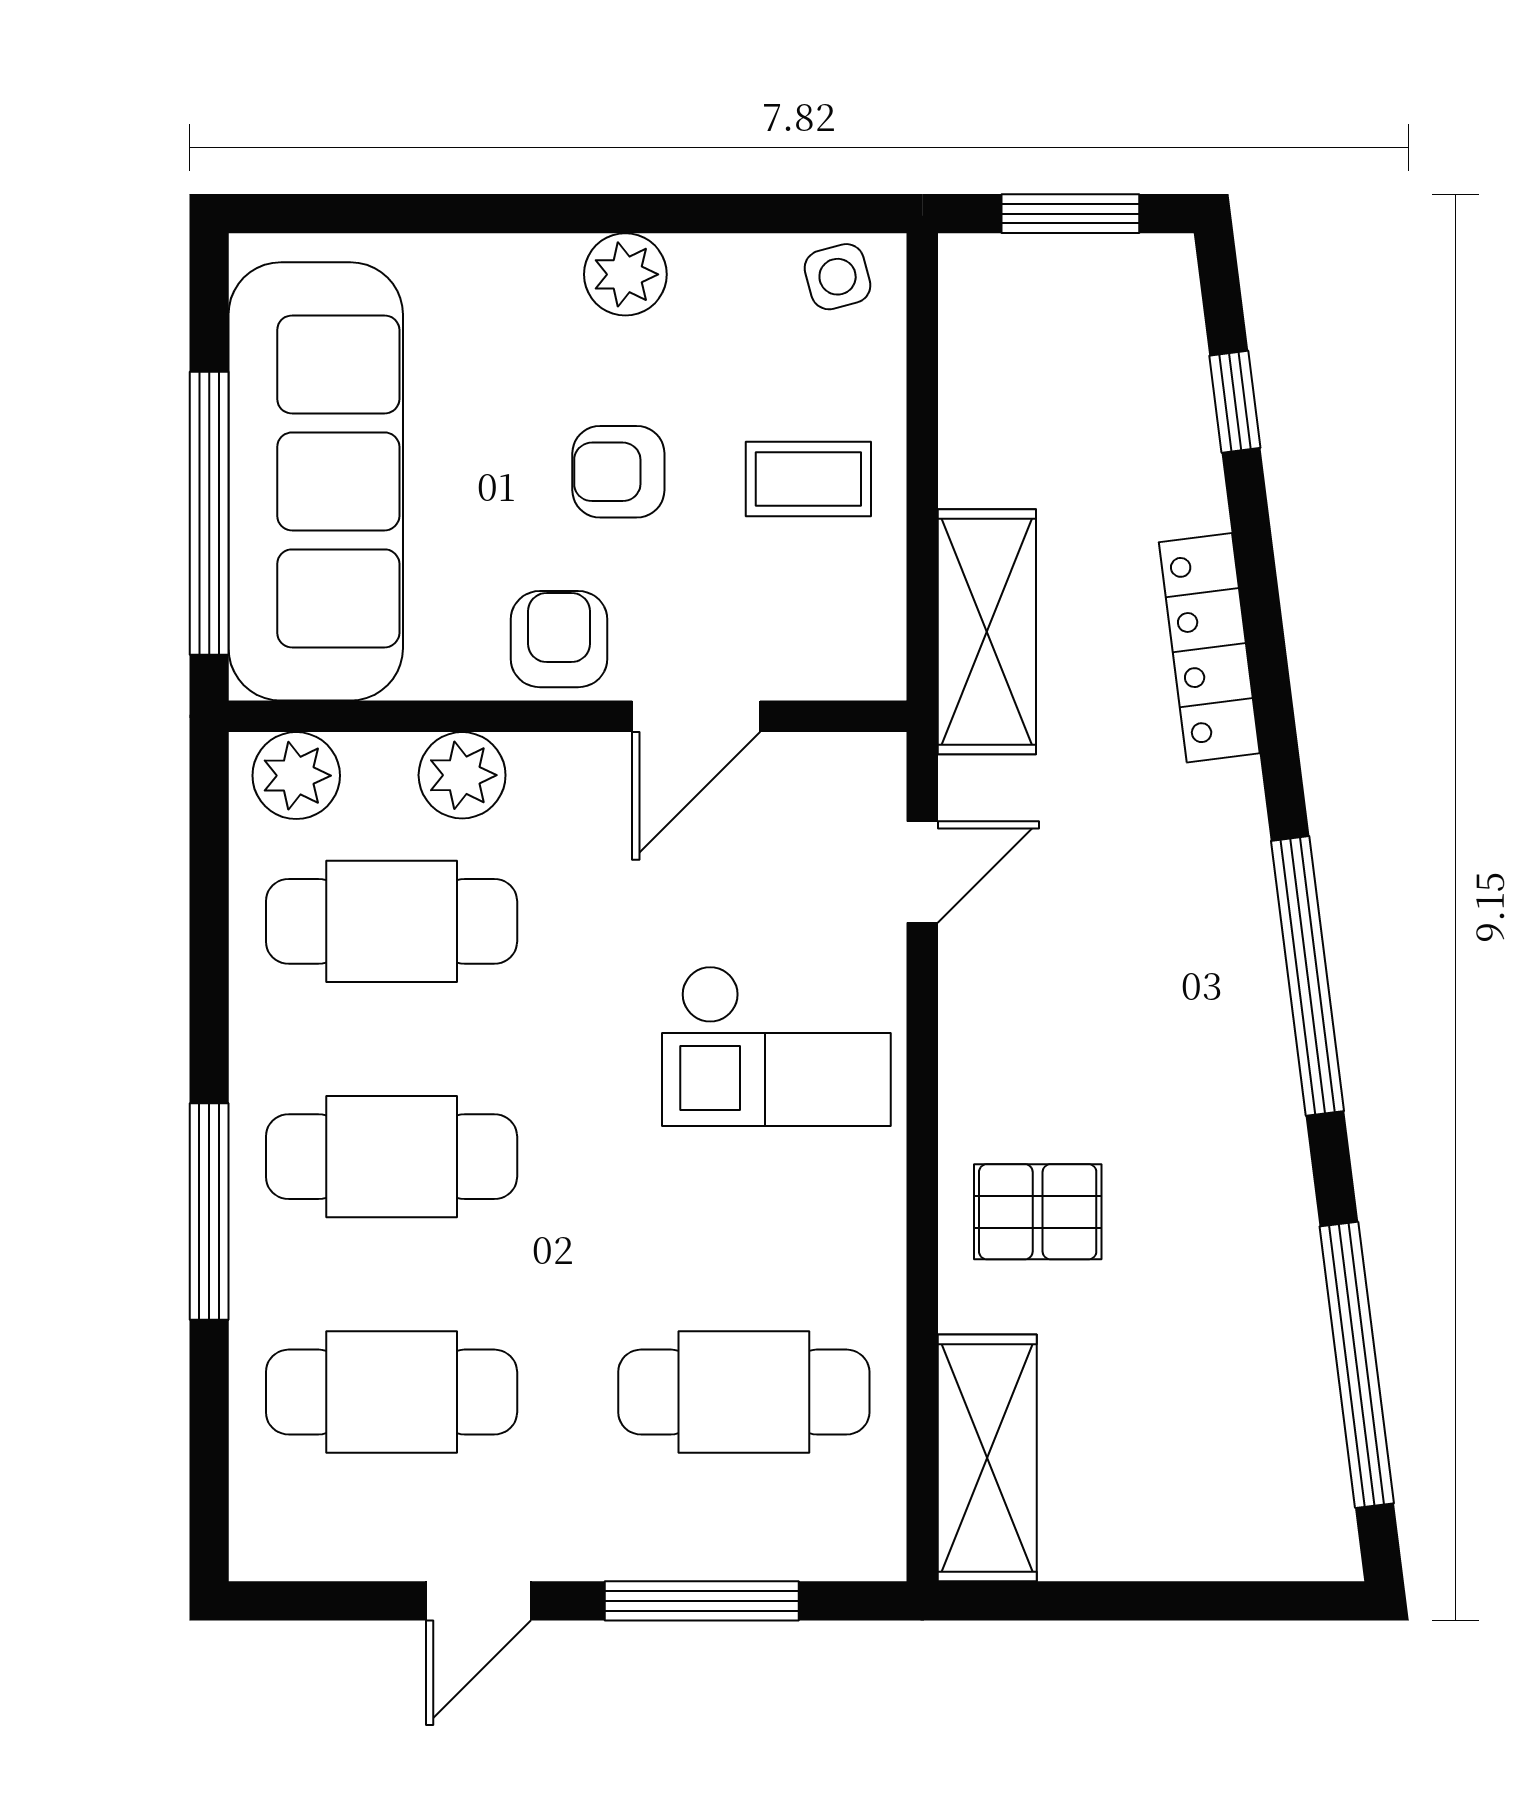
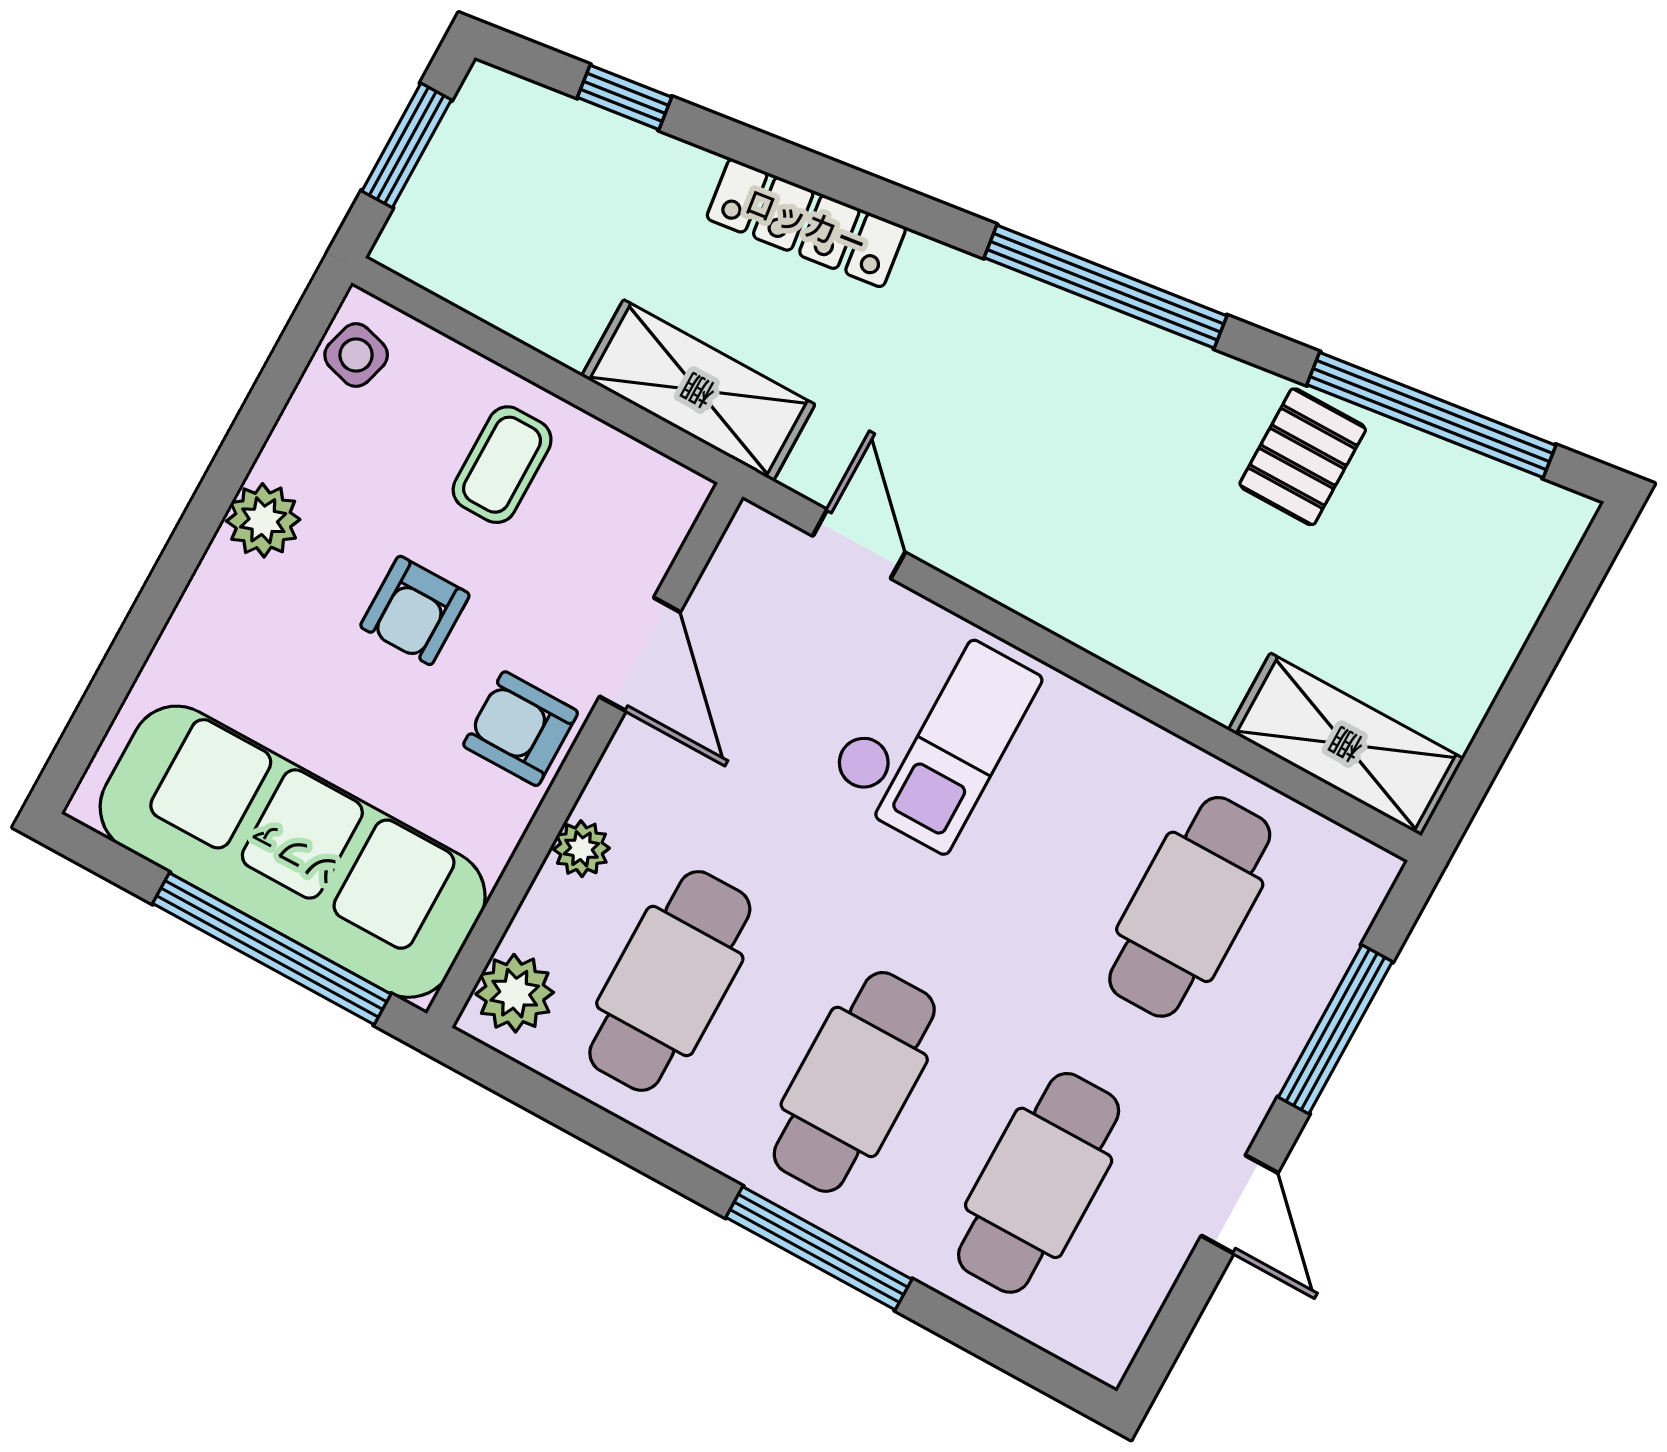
side table: (838, 277) -> (356, 355), turned 31
plant: (462, 775) -> (581, 849), width x0.73, depth x0.73
pallet: (1038, 1212) -> (1303, 457), moved

